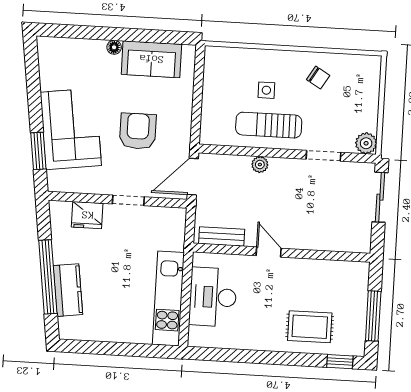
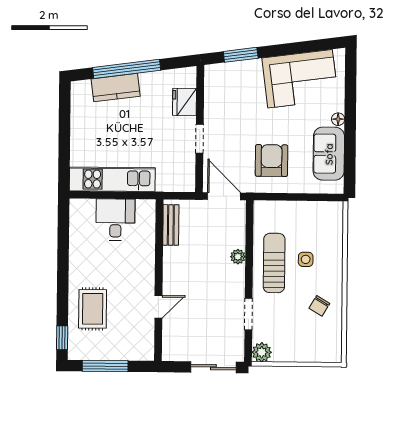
corner sofa: (71, 129) -> (300, 79), moved
armchair: (138, 131) -> (272, 161), moved, turned -90
door: (269, 252) -> (158, 307), moved
desk: (213, 297) -> (115, 220), width x0.73

